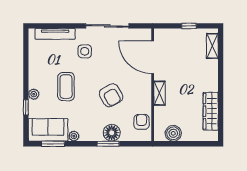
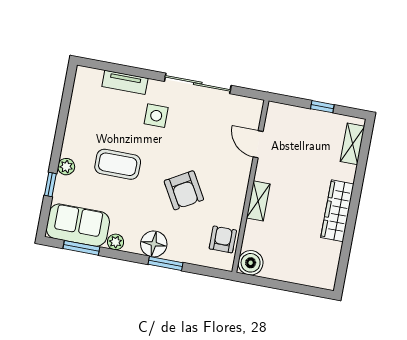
tv unit: (55, 34) -> (125, 82), width x0.71
door: (153, 57) -> (258, 144), width x0.53
coffee table: (66, 87) -> (118, 164), turned 90
wardrobe: (211, 111) -> (337, 211), moved
floor lamp: (112, 133) -> (154, 244), moved
boiler: (173, 133) -> (251, 263), moved

